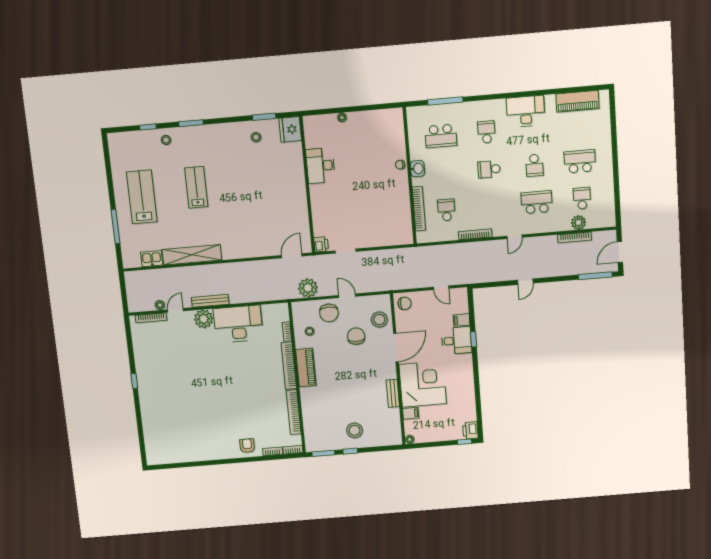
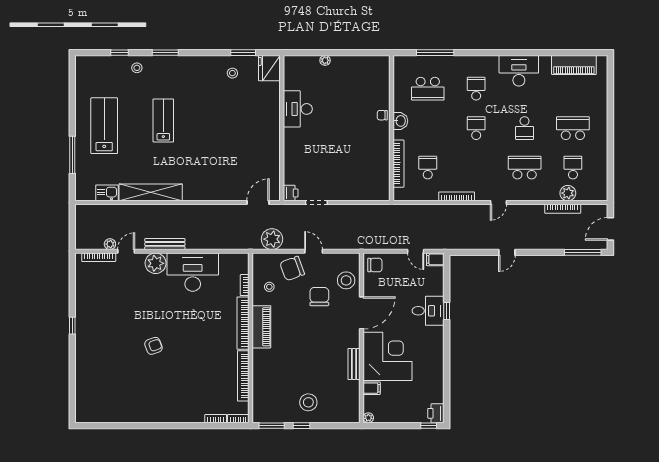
school desk: (489, 169) -> (476, 128), turned 90
chair: (329, 313) -> (292, 268), turned 70
filing cabinet: (462, 320) -> (435, 259), moved
armchair: (247, 446) -> (153, 346), moved, turned 70

